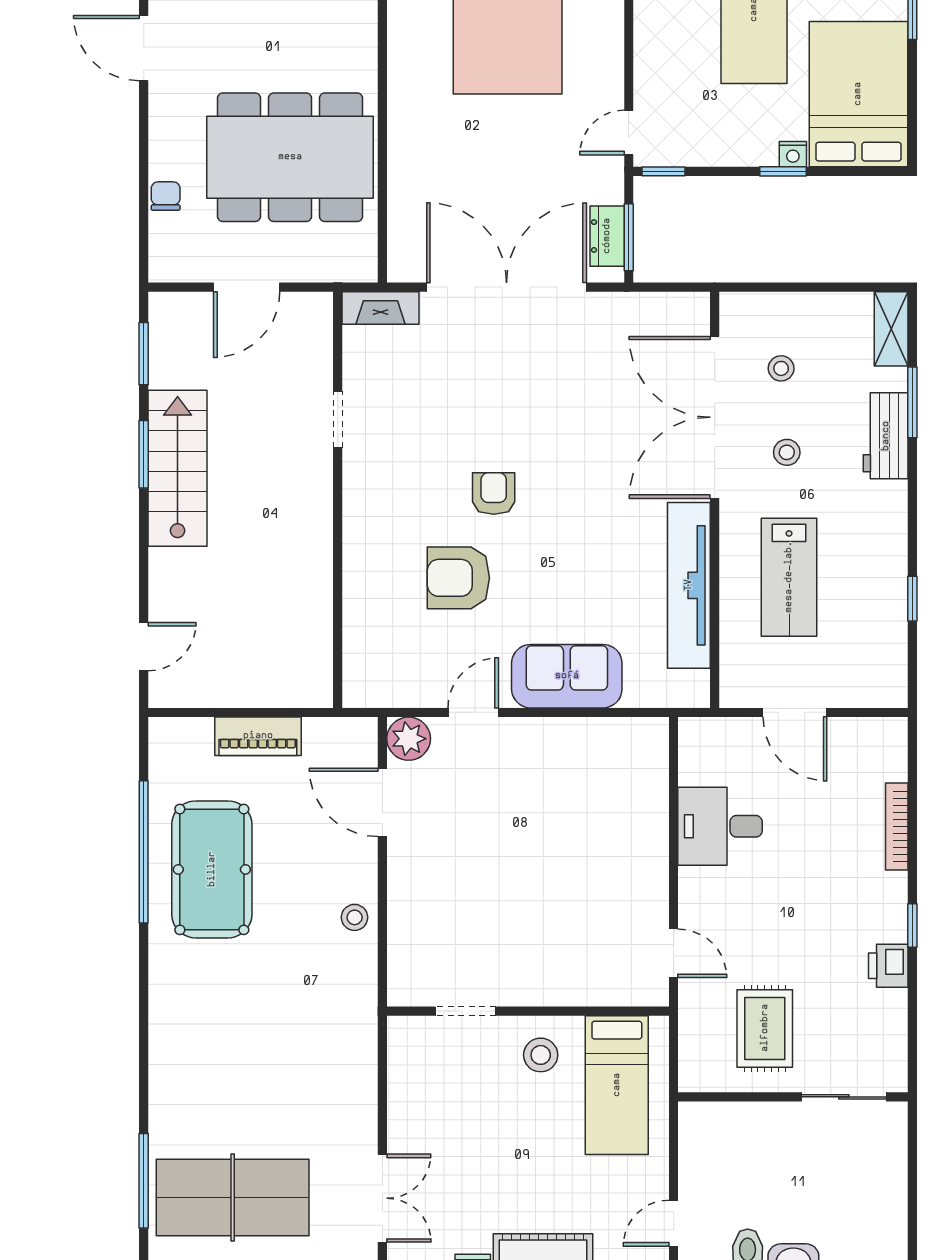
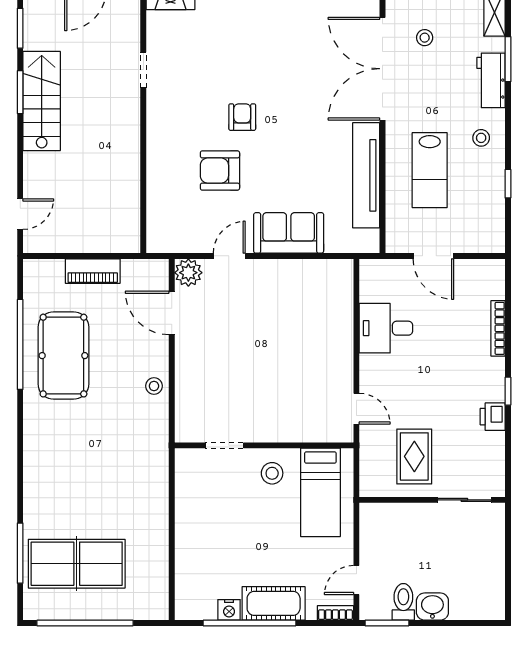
stool: (787, 452) -> (481, 138), moved
double door: (382, 1198) -> (172, 564), removed

